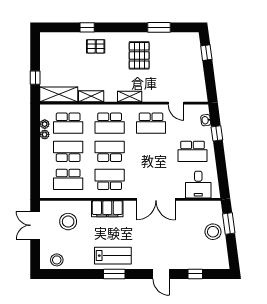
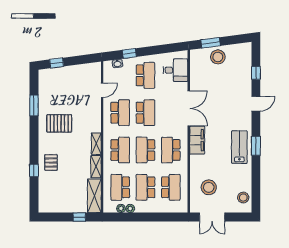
shelving: (130, 97) -> (96, 144), moved
school desk: (68, 123) -> (120, 187), turned 180
school desk: (151, 151) -> (145, 113), added
filing cabinet: (107, 209) -> (197, 140), moved

